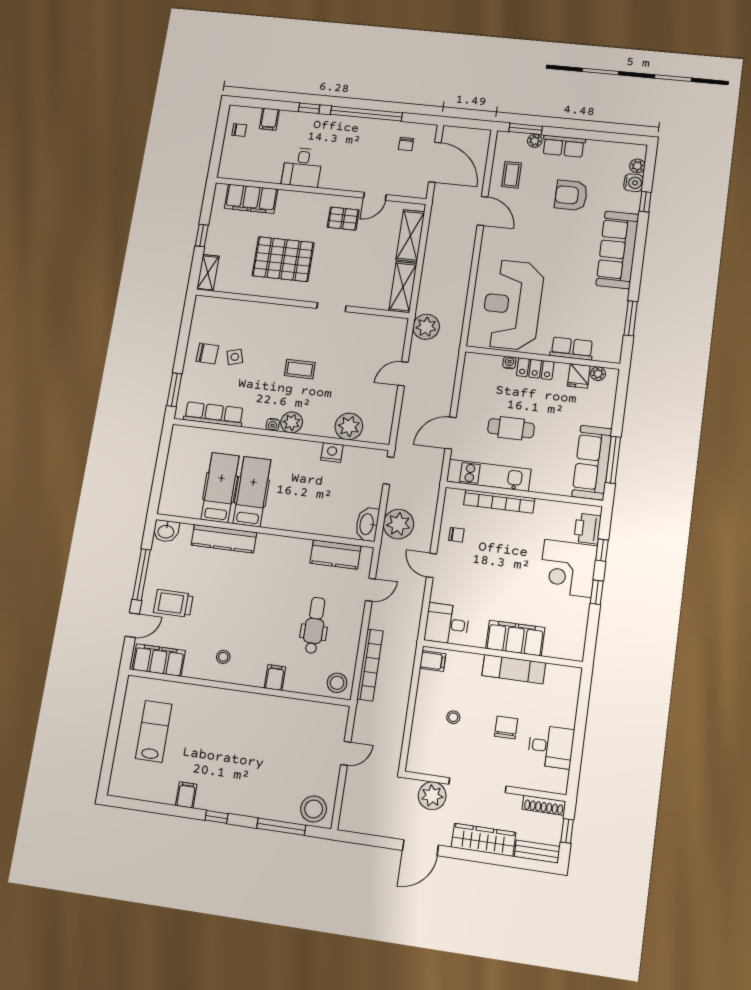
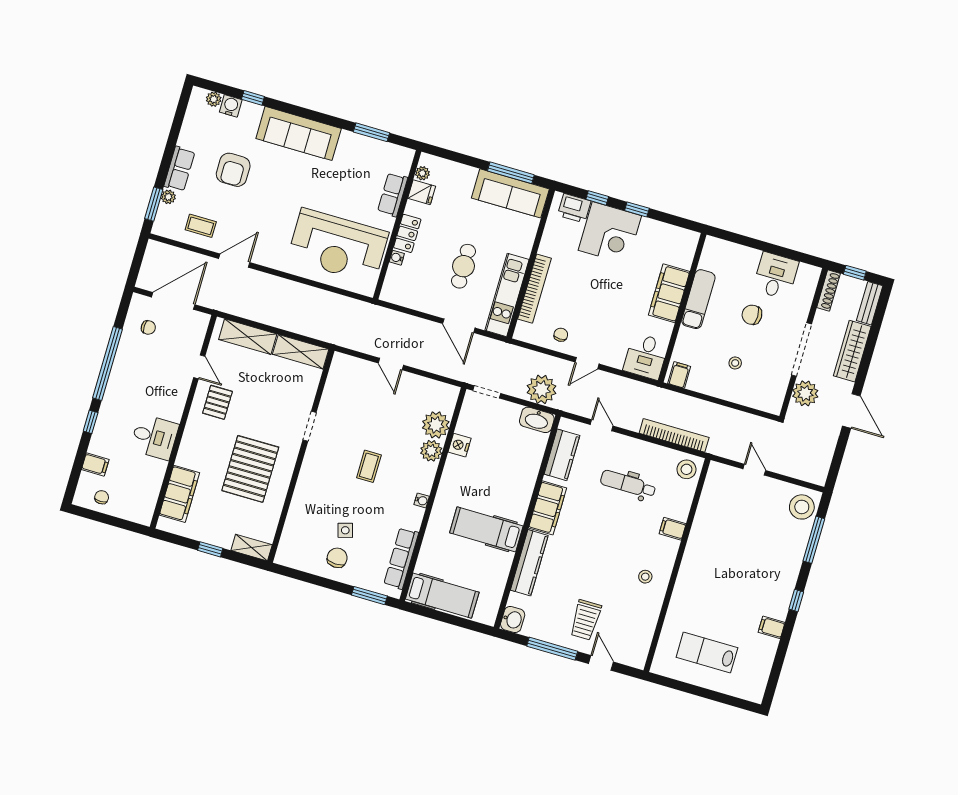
plant: (426, 327) -> (346, 334), removed
plant: (292, 422) -> (431, 451), moved
hospital bed: (220, 488) -> (442, 596), moved, turned 180
filing cabinet: (159, 660) -> (548, 508), moved, turned 180

